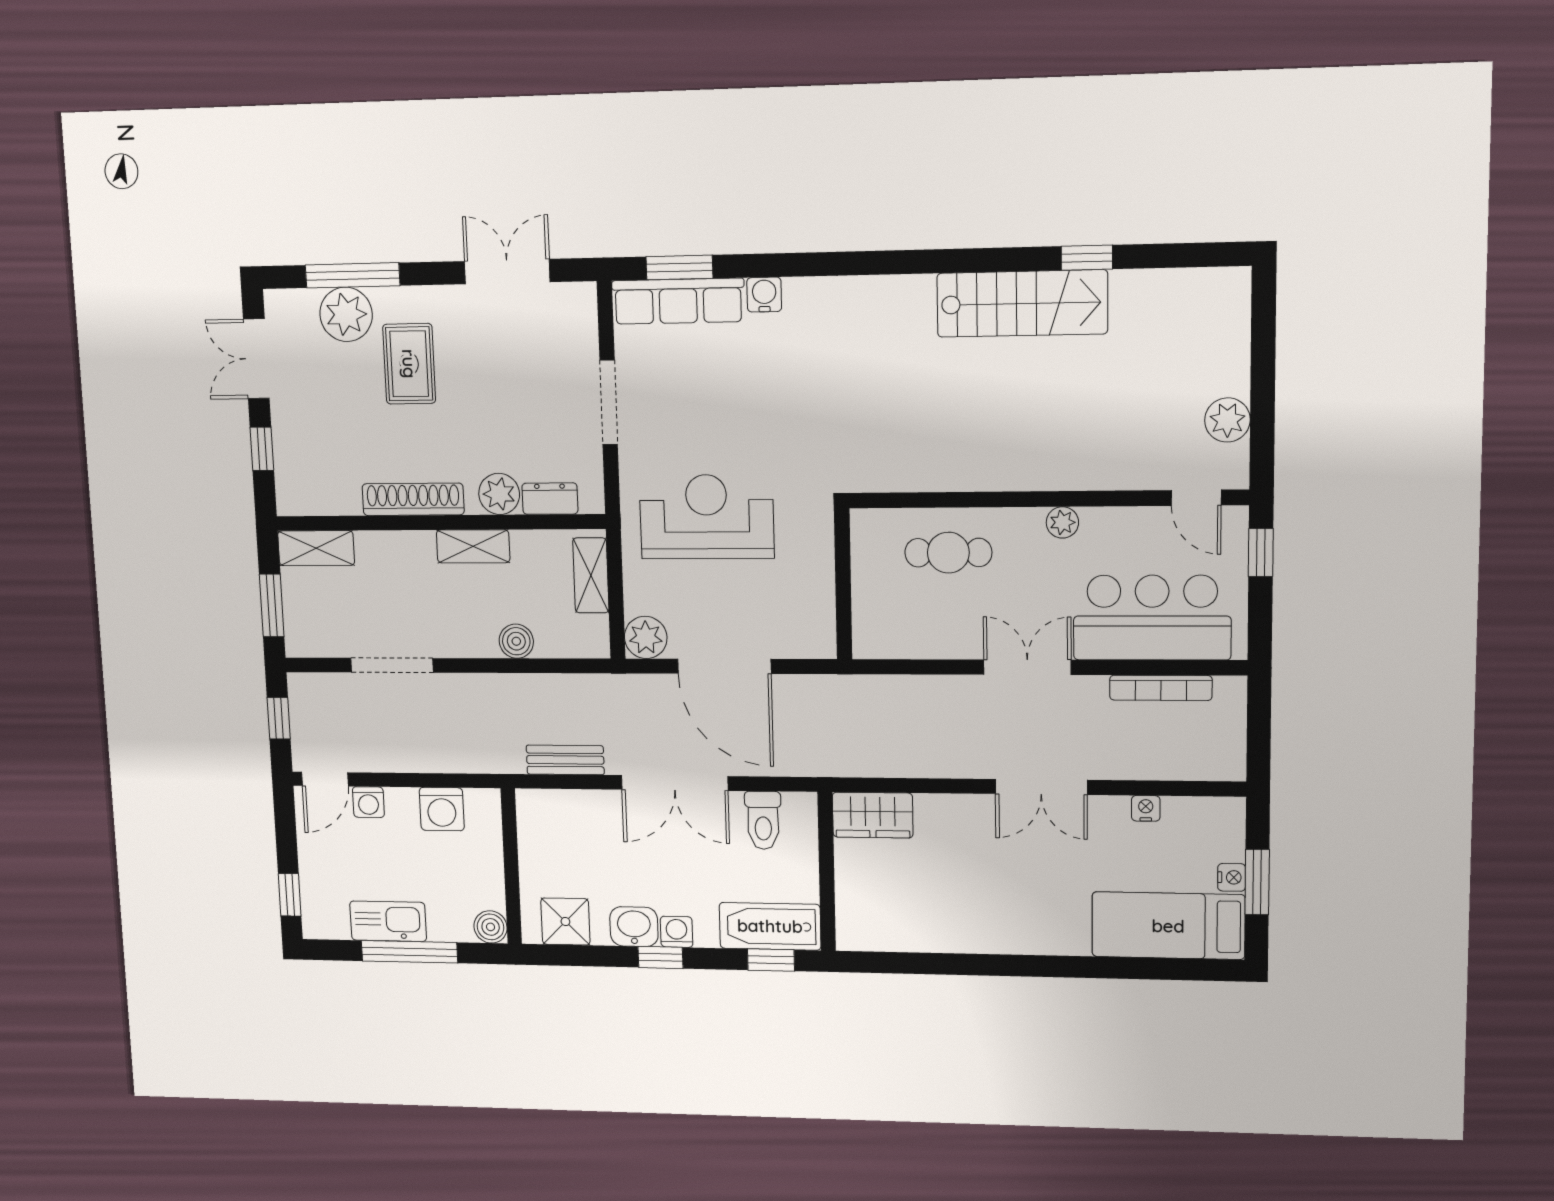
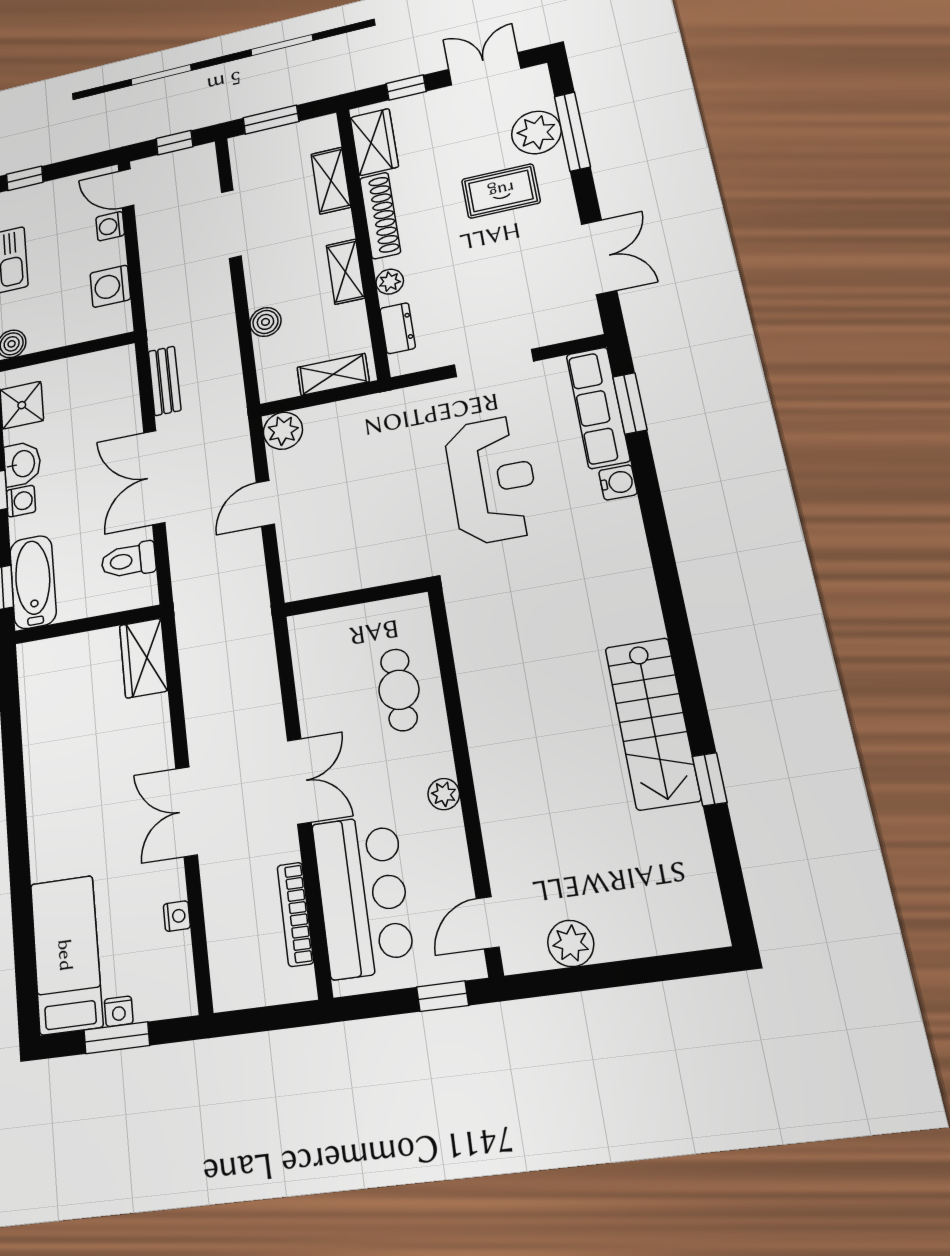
wardrobe: (322, 494) -> (374, 142), added
plant: (499, 494) -> (390, 282), width x0.73, depth x0.73
reception desk: (707, 517) -> (492, 480), moved
shelving: (316, 548) -> (331, 181), moved
door: (724, 666) -> (265, 503), width x0.53

